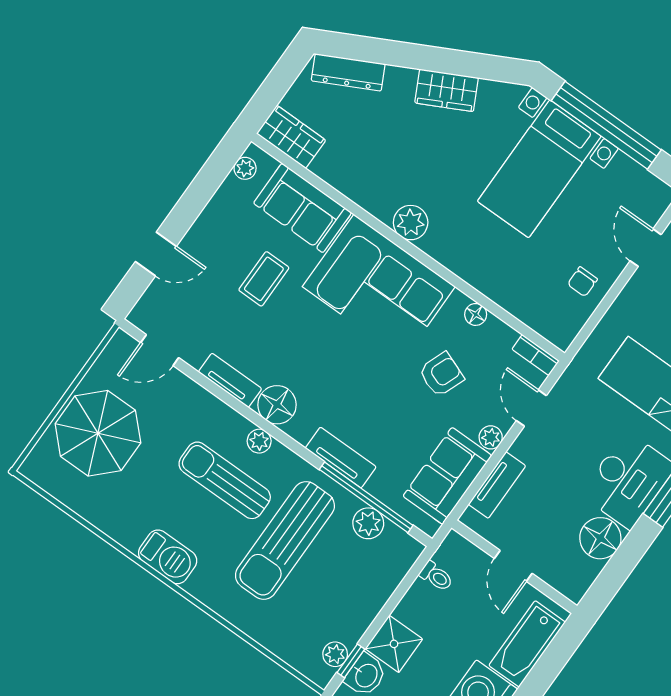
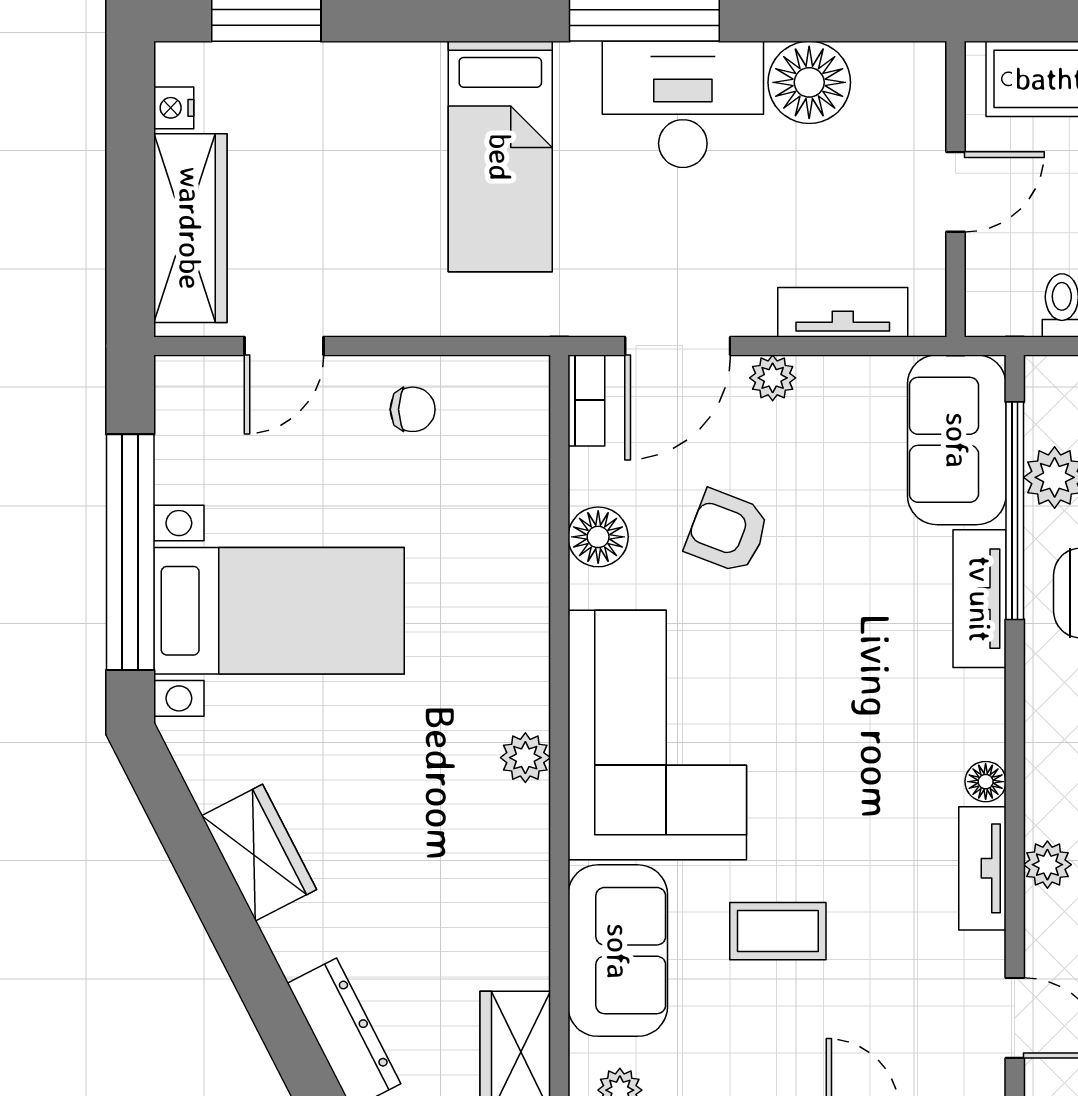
plant: (411, 223) -> (525, 758), width x0.73, depth x0.73
floor lamp: (476, 314) -> (598, 537), width x1.37, depth x1.37
floor lamp: (277, 405) -> (986, 782), width x0.53, depth x0.53
door: (531, 408) -> (678, 346), width x1.38
plant: (259, 441) -> (1047, 865), moved
sofa: (447, 476) -> (957, 440), moved, turned 90

